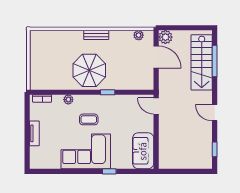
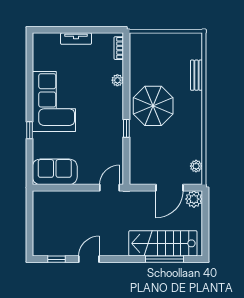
bench: (96, 35) -> (196, 75), moved
door: (215, 113) -> (89, 259), moved
coffee table: (89, 119) -> (93, 105), removed

